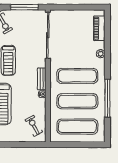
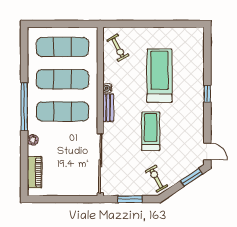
window: (24, 7) -> (130, 199), width x0.69
window: (107, 98) -> (24, 107), moved

